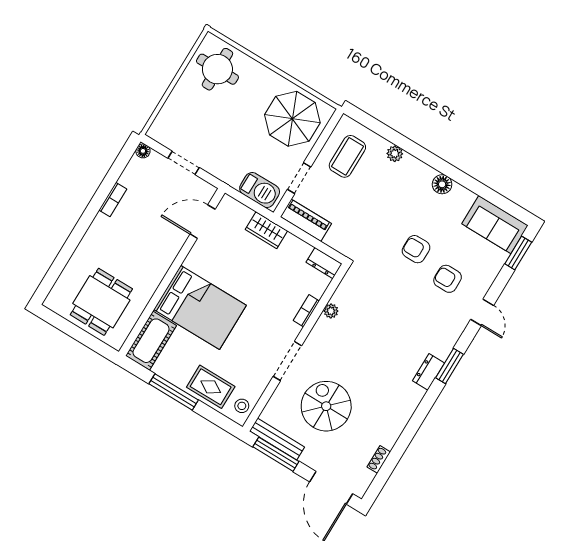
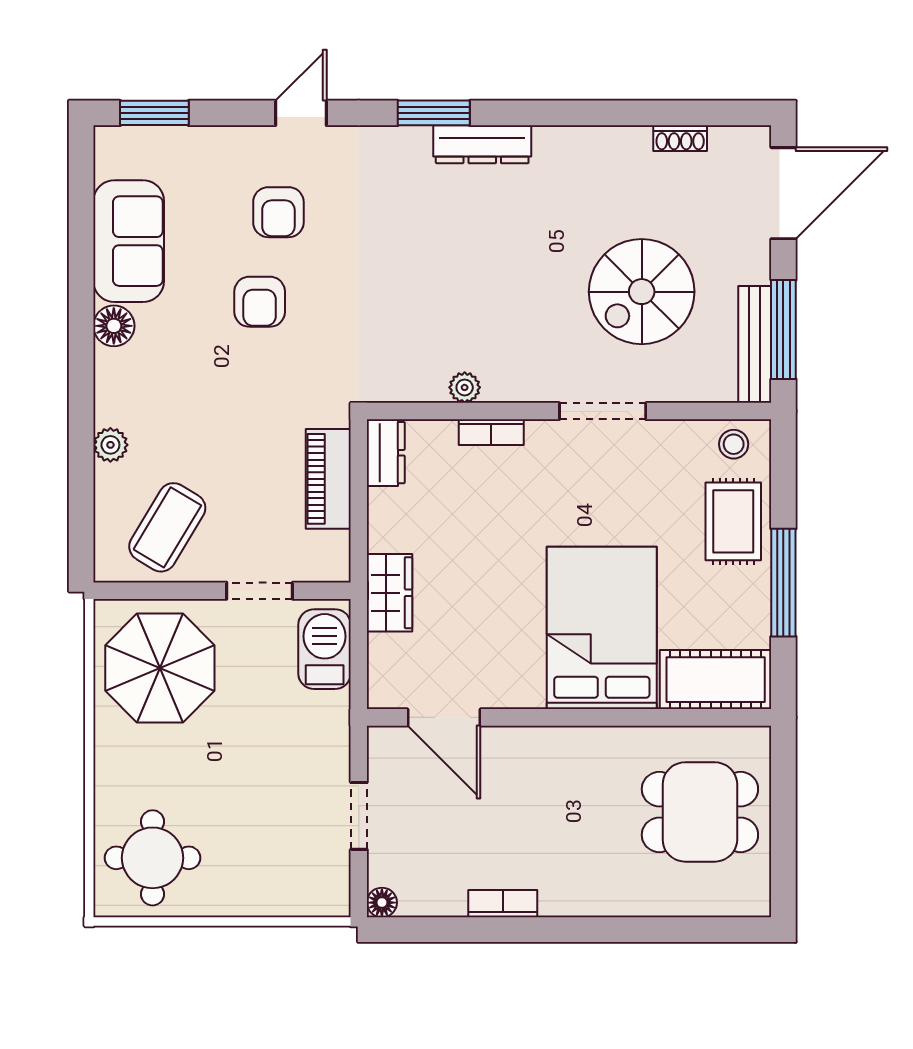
coffee table: (347, 156) -> (167, 527), turned -59
piano: (306, 220) -> (328, 479), moved
sofa: (495, 225) -> (129, 241), moved
dresser: (429, 372) -> (482, 144), width x1.44

